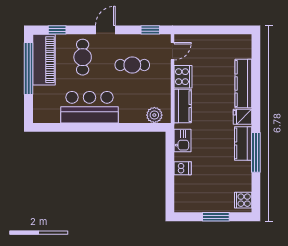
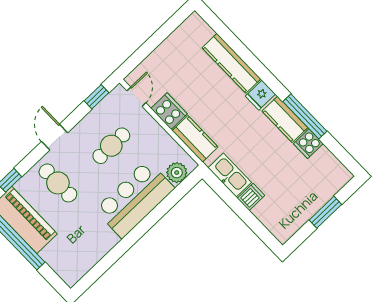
bar counter: (89, 107) -> (135, 199), moved
kitchen sink: (183, 141) -> (230, 175), width x1.38
cooker: (243, 200) -> (308, 144), moved

